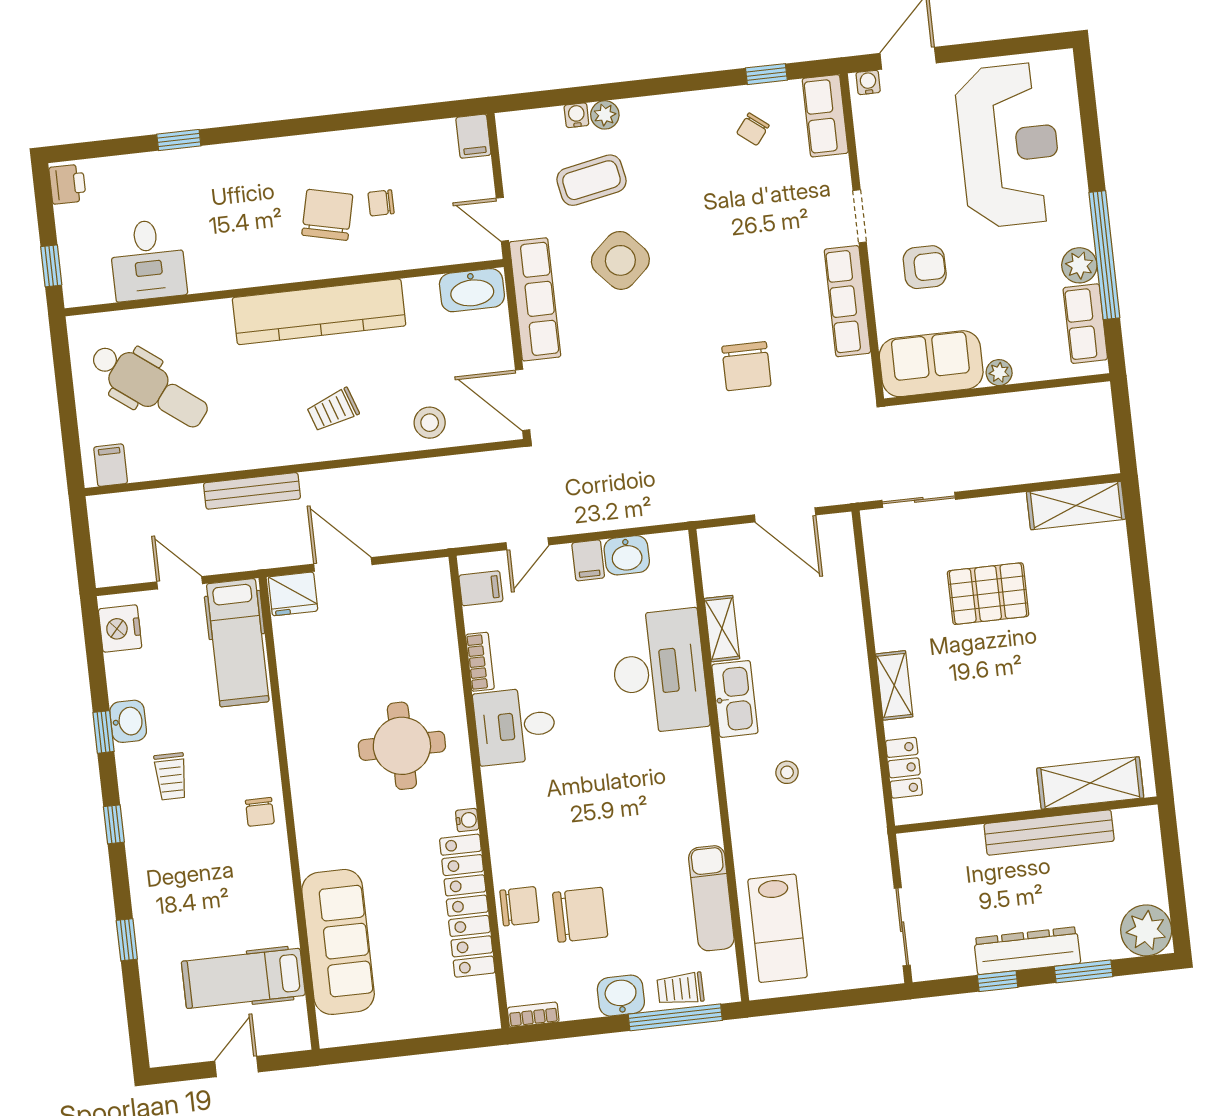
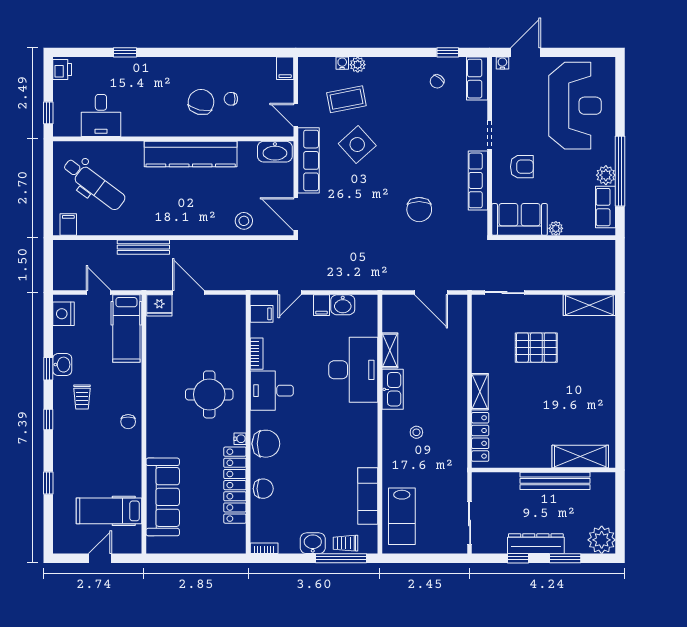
trolley: (333, 410) -> (192, 208), removed
locker: (904, 768) -> (480, 437), width x1.53
chair: (580, 915) -> (266, 444), moved

